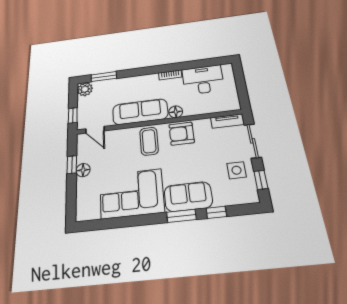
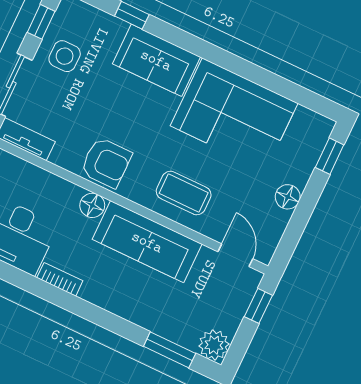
coffee table: (149, 141) -> (184, 193), moved, turned 90
window: (72, 165) -> (330, 156), moved
window: (181, 216) -> (182, 39), removed

